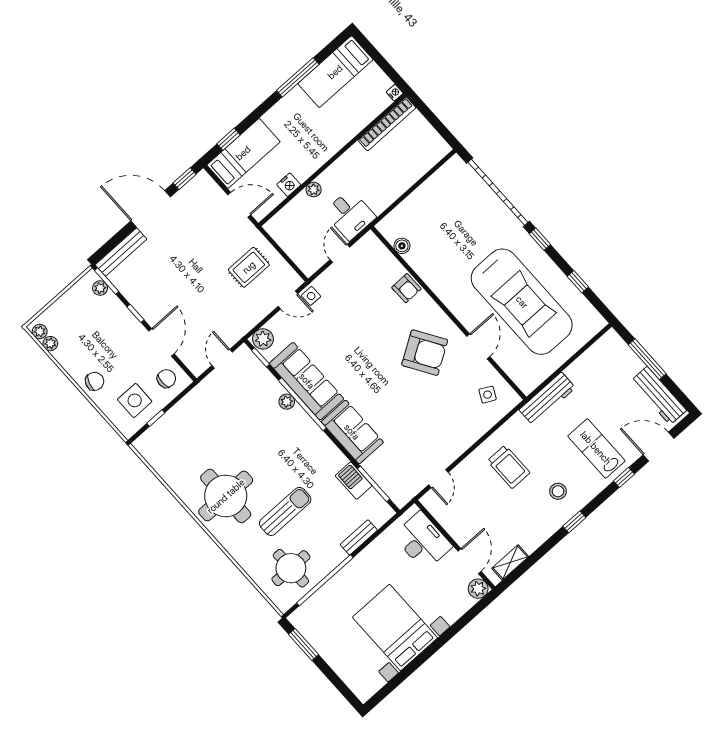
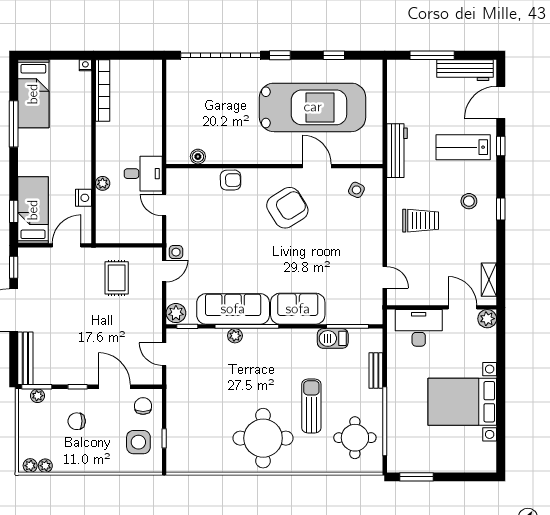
chair: (95, 381) -> (77, 421), moved, turned -108

